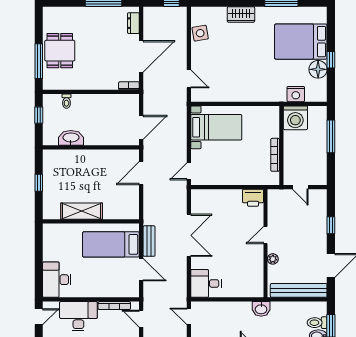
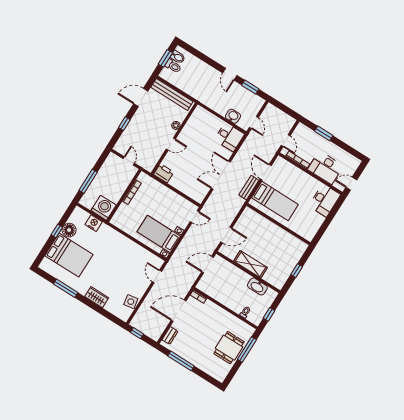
shelving: (82, 211) -> (250, 264), moved
washbasin: (261, 309) -> (233, 116), moved

